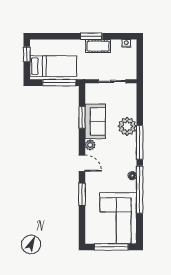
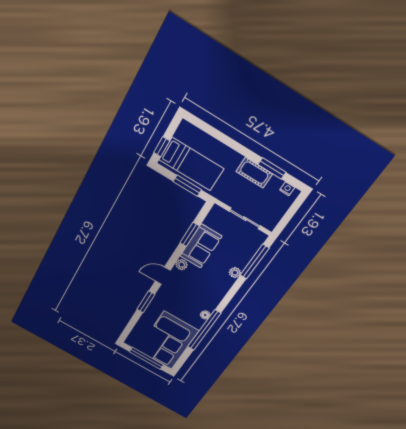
window: (91, 36) -> (272, 168), moved
window: (27, 54) -> (162, 147), moved
window: (59, 83) -> (187, 186), width x0.69
plant: (127, 126) -> (235, 273), width x0.53, depth x0.53
window: (140, 142) -> (255, 262), moved
door: (82, 163) -> (163, 276), swing flipped

